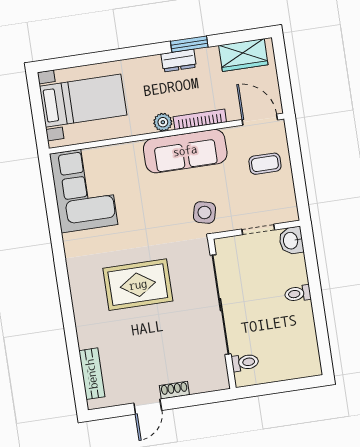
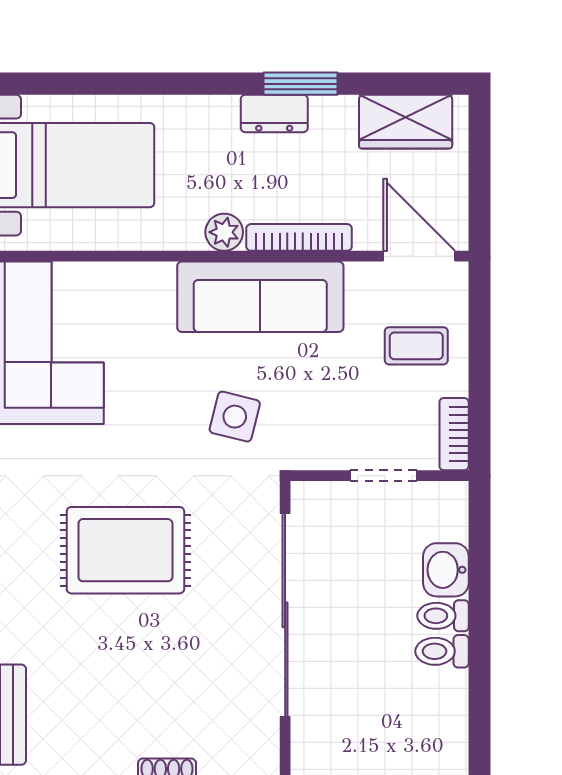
bookcase: (290, 204) -> (454, 434), added
side table: (204, 212) -> (235, 417), moved
washbasin: (291, 241) -> (446, 570), moved
toilet: (245, 362) -> (442, 651), moved, turned 180

